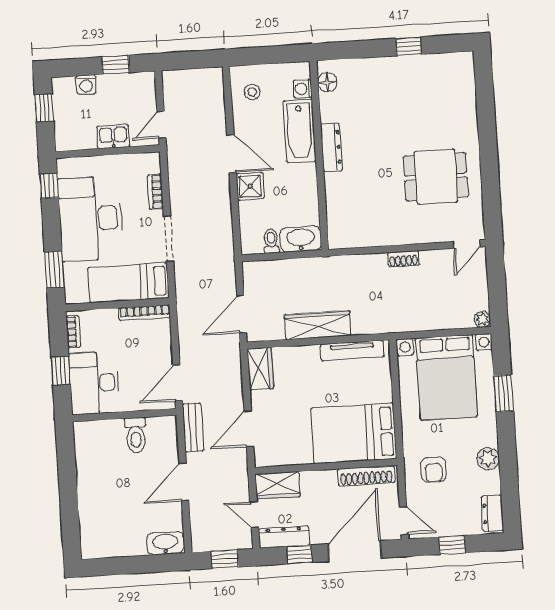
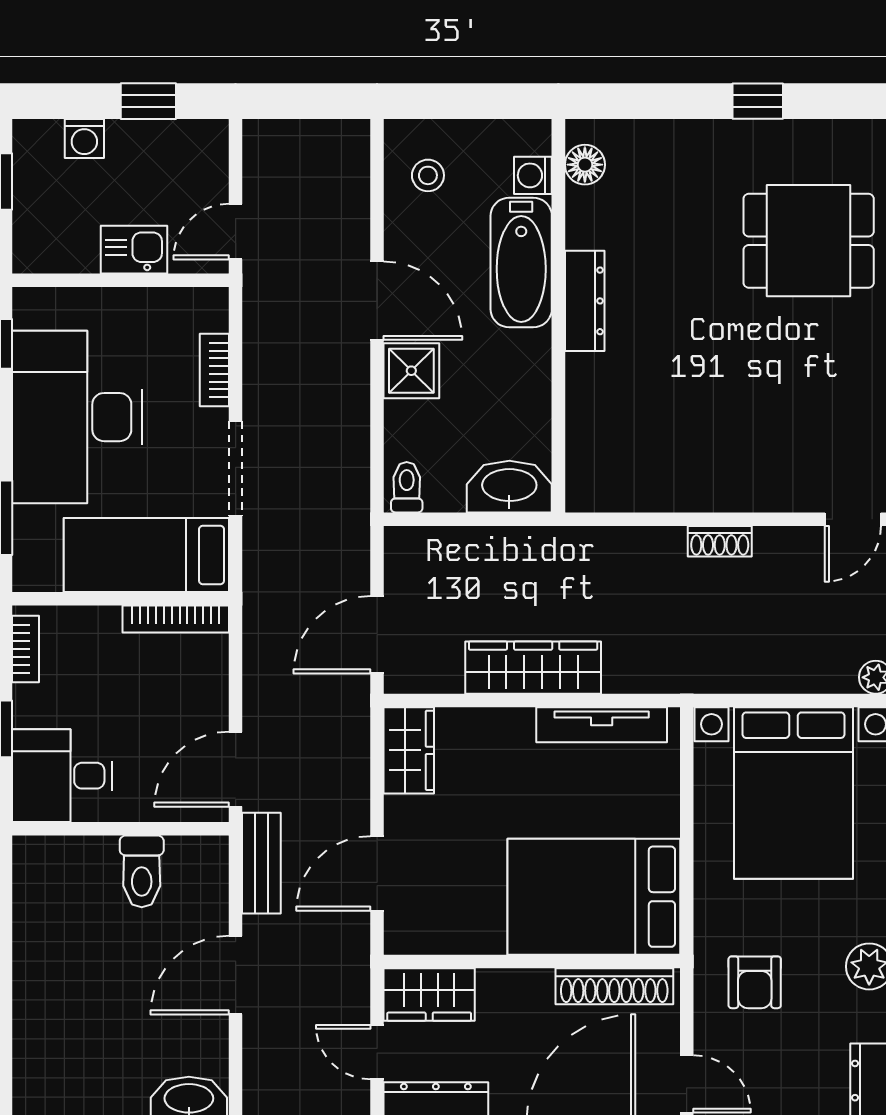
dining table: (436, 177) -> (809, 241), moved
toilet: (271, 241) -> (407, 487), moved
desk: (94, 383) -> (62, 776), width x0.73

